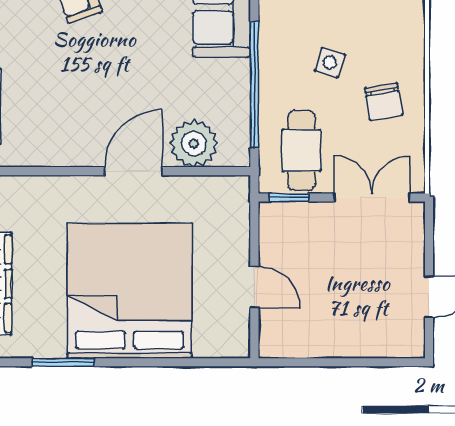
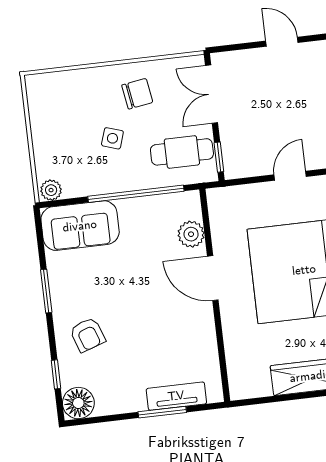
plant: (194, 143) -> (191, 234), width x0.73, depth x0.73

